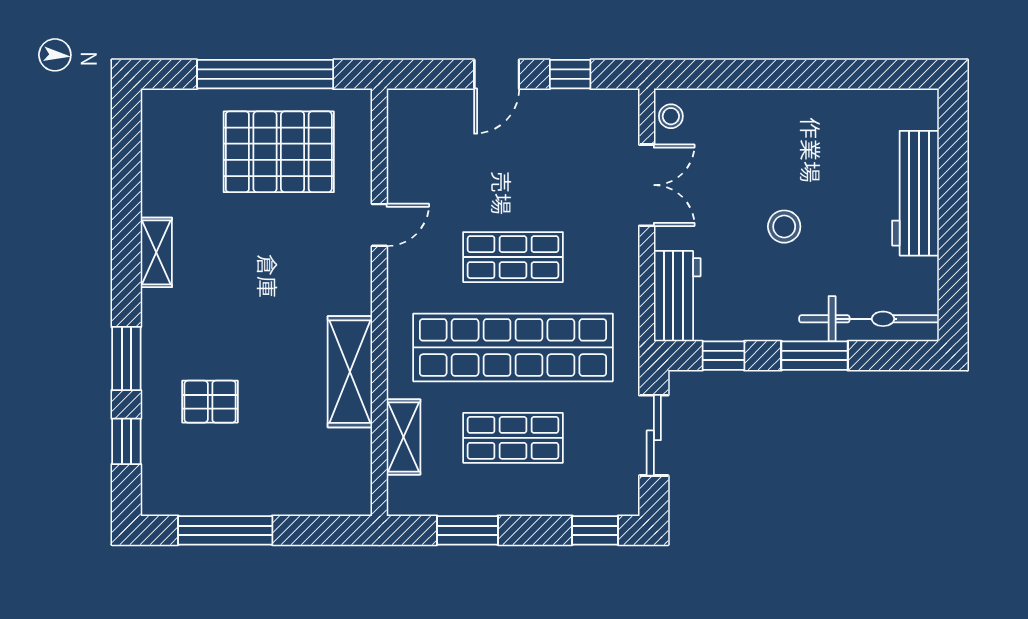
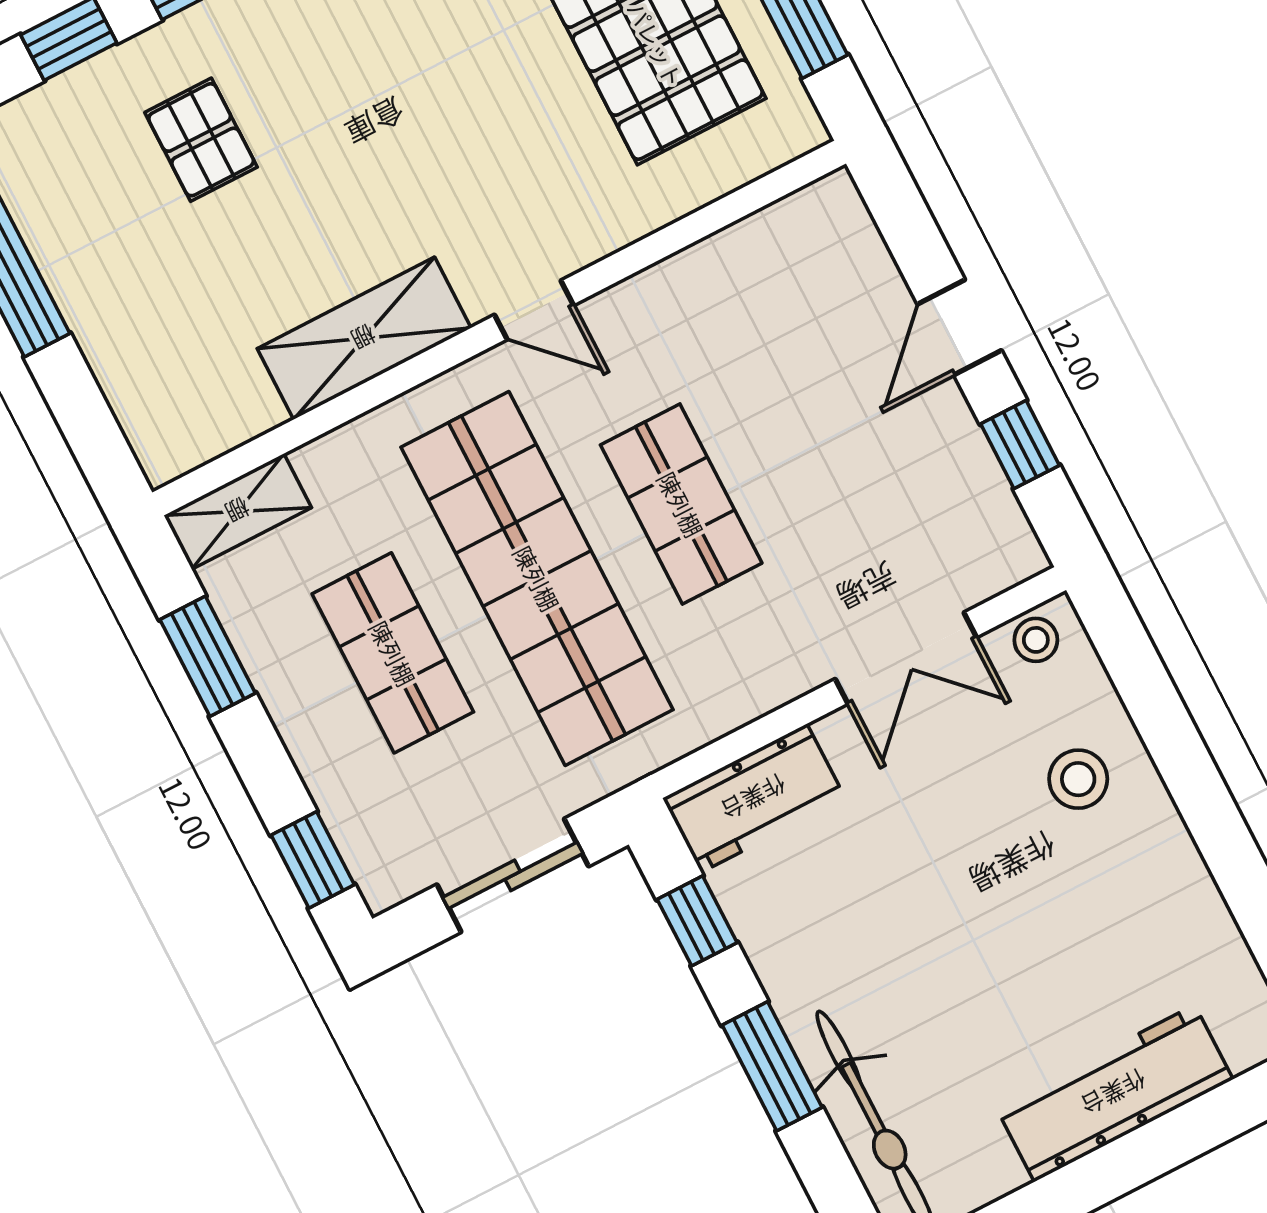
door: (497, 74) -> (959, 327), hinge flipped
door: (379, 225) -> (534, 310), moved
stool: (784, 227) -> (1078, 779), moved
shelving: (403, 437) -> (238, 511), moved

